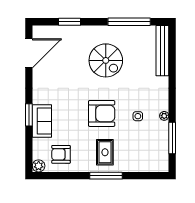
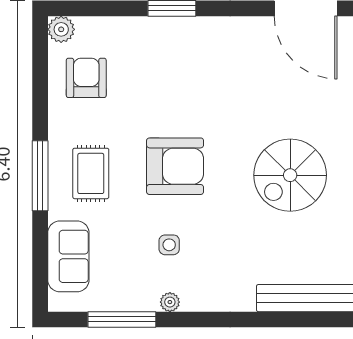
armchair: (102, 113) -> (175, 166), turned -90
sofa: (42, 121) -> (68, 256), moved, turned -90
rug: (105, 152) -> (91, 173), turned 90

